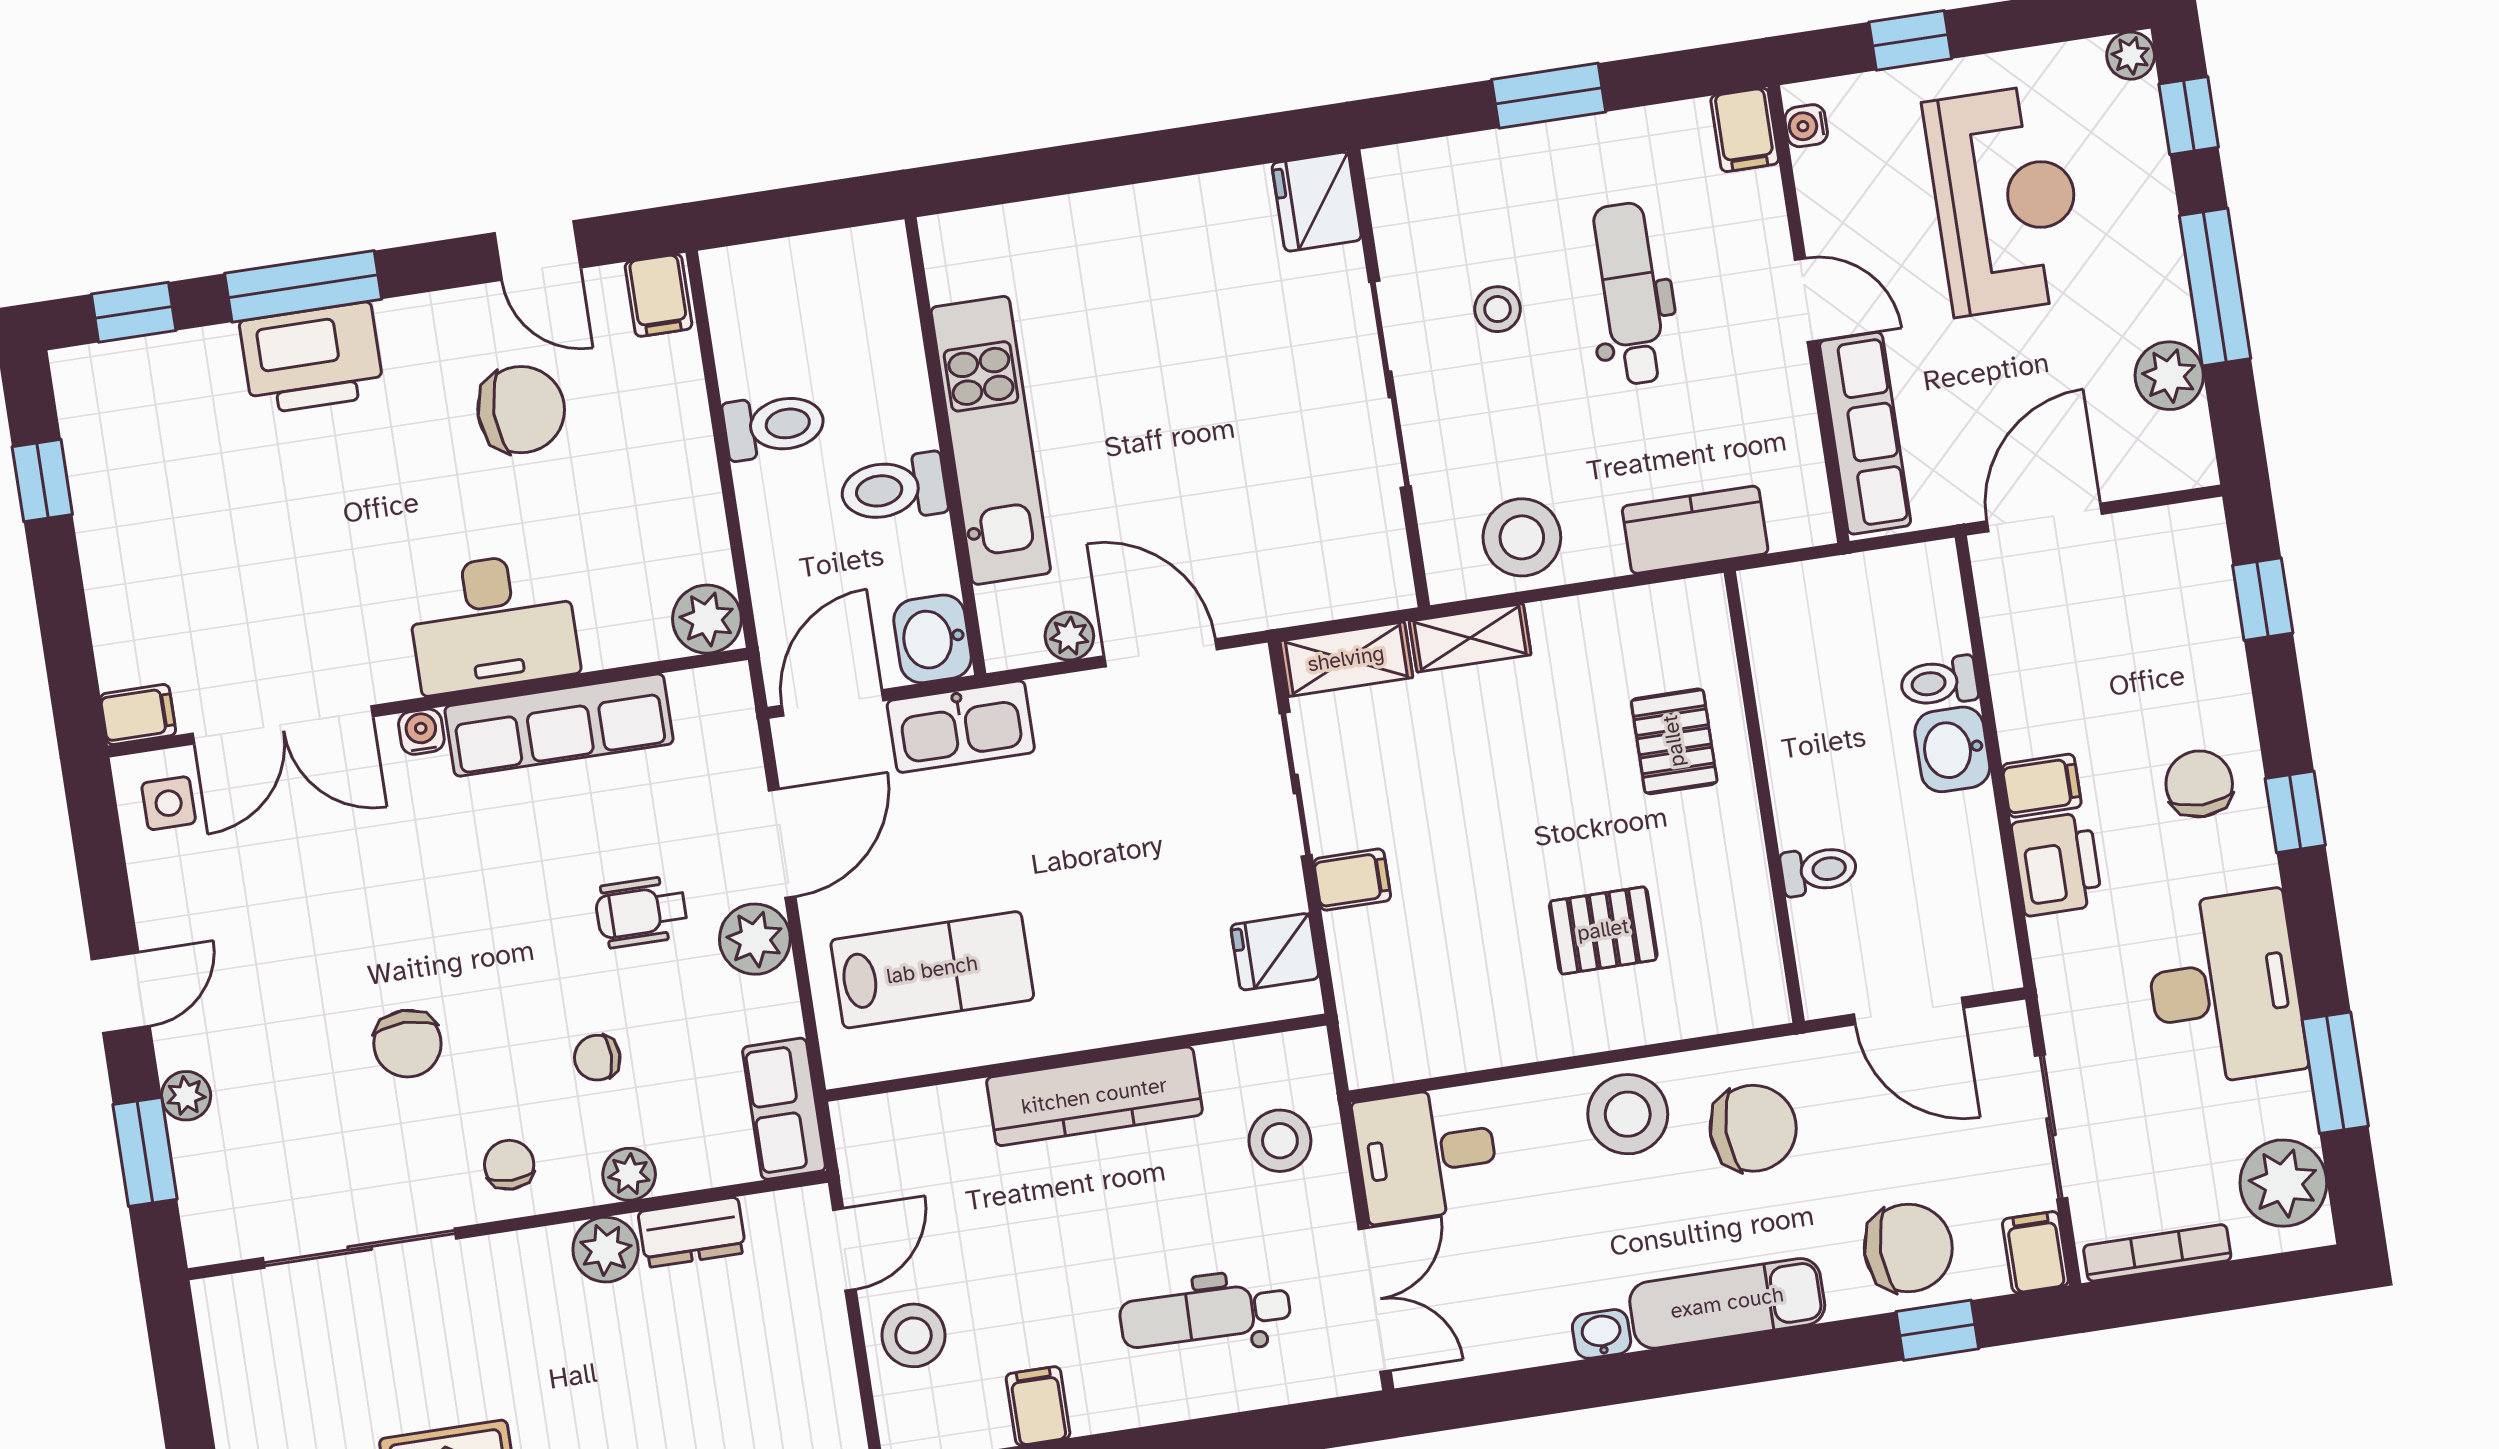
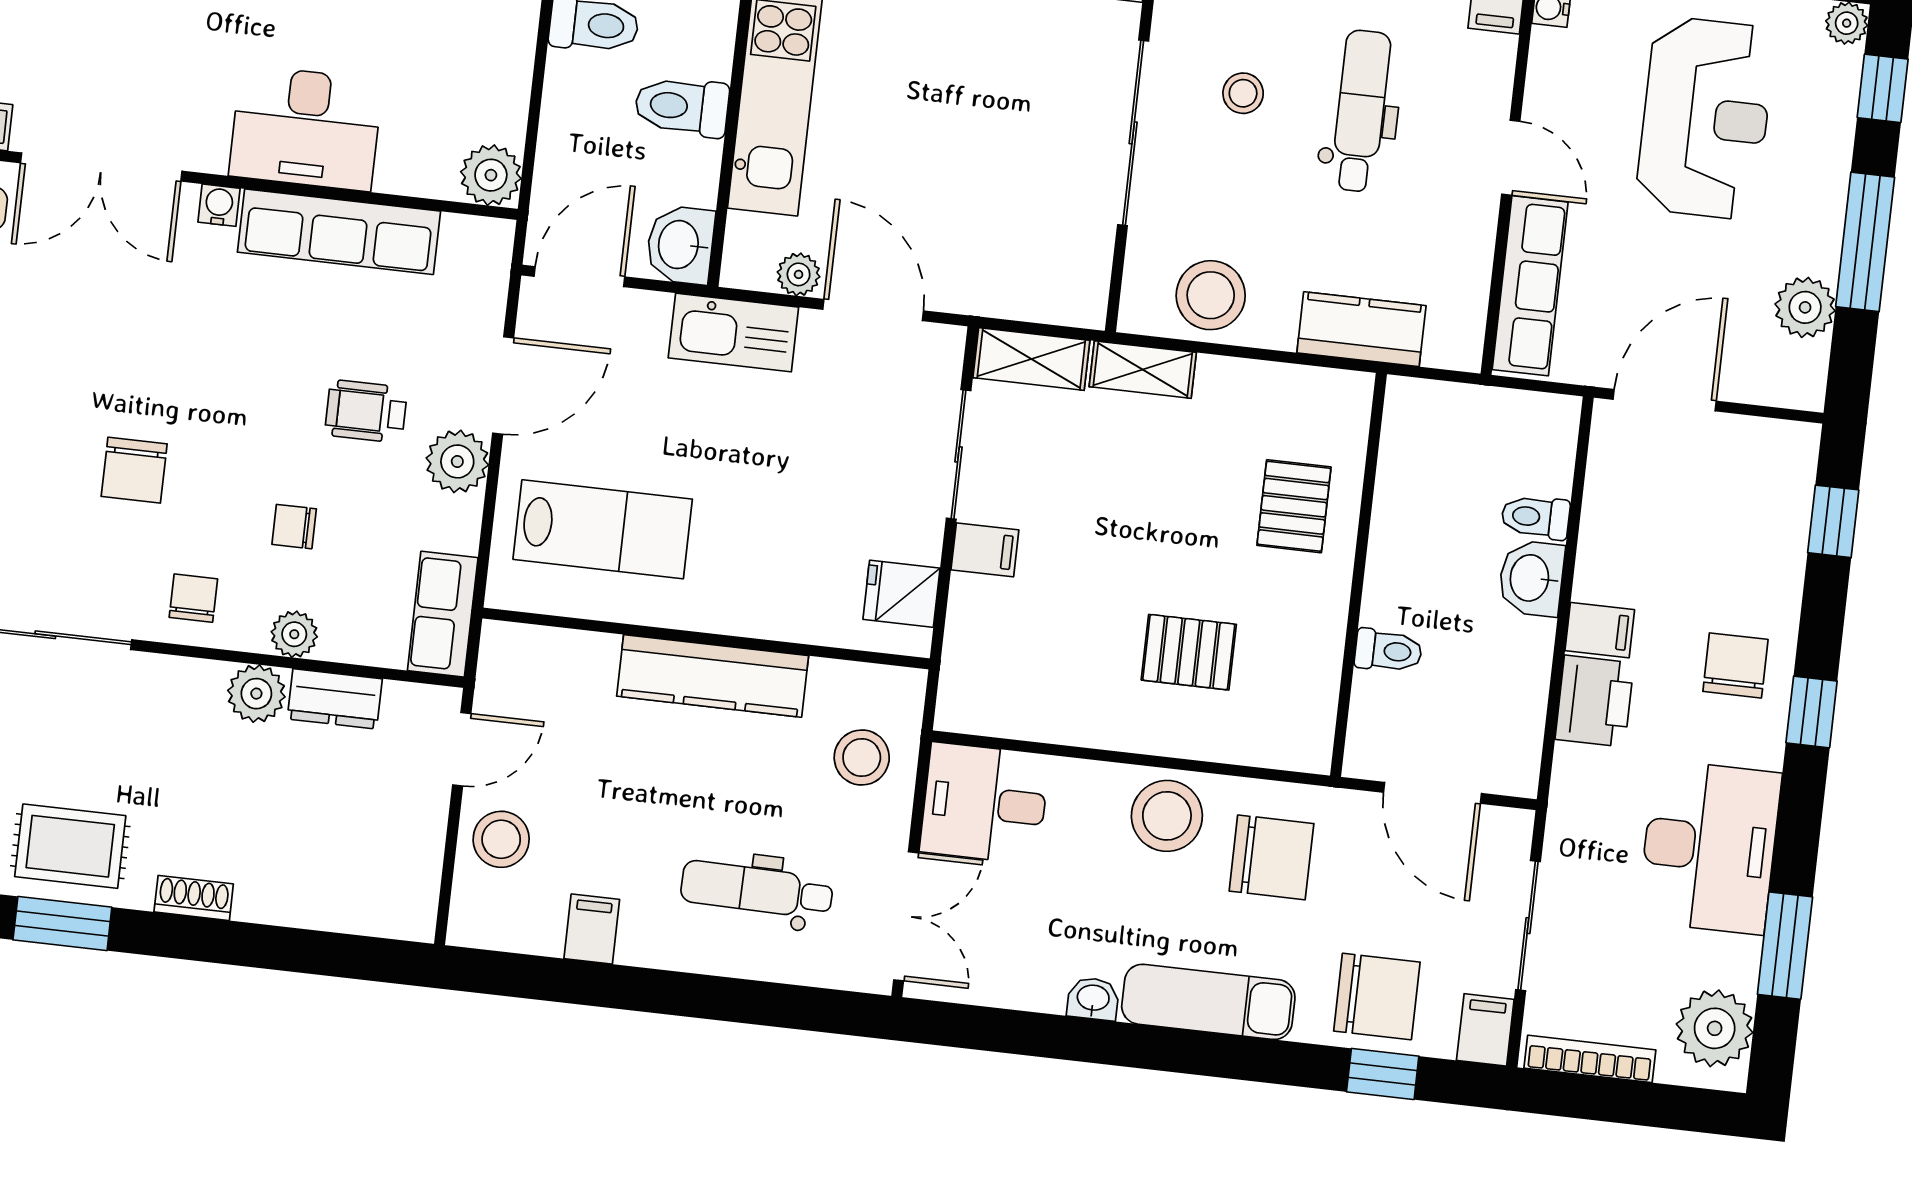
kitchen sink: (961, 727) -> (733, 333), moved

